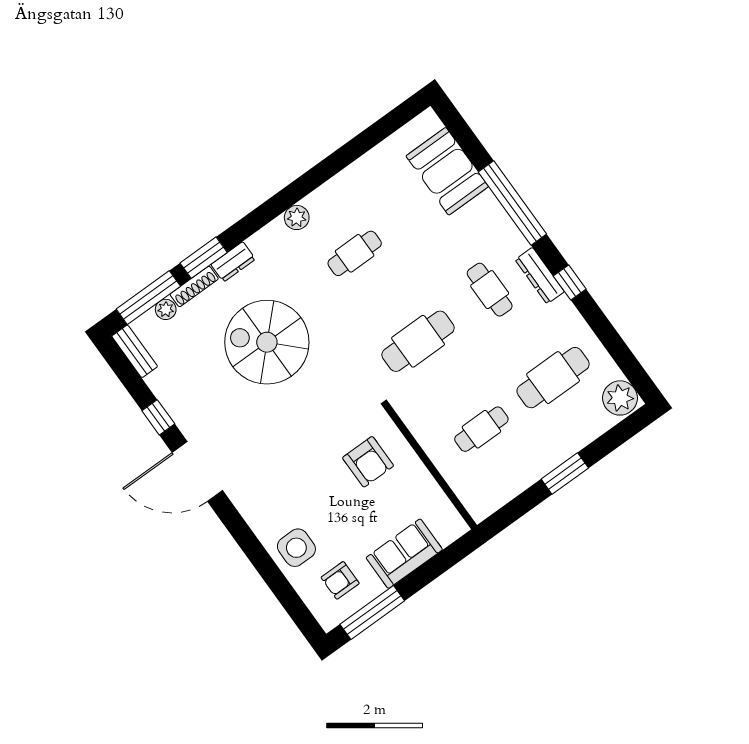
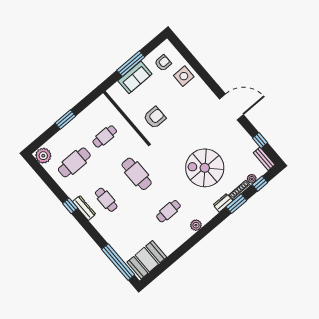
booth: (447, 171) -> (147, 260), moved, turned 90
window: (512, 203) -> (118, 262), moved
window: (148, 298) -> (260, 184), width x0.46
cafe table: (418, 341) -> (137, 174), turned 90
spiral stairs: (267, 342) -> (205, 168), turned 180
window: (158, 417) -> (260, 140), moved
armchair: (368, 462) -> (155, 118), turned 90
window: (372, 612) -> (131, 64), moved

